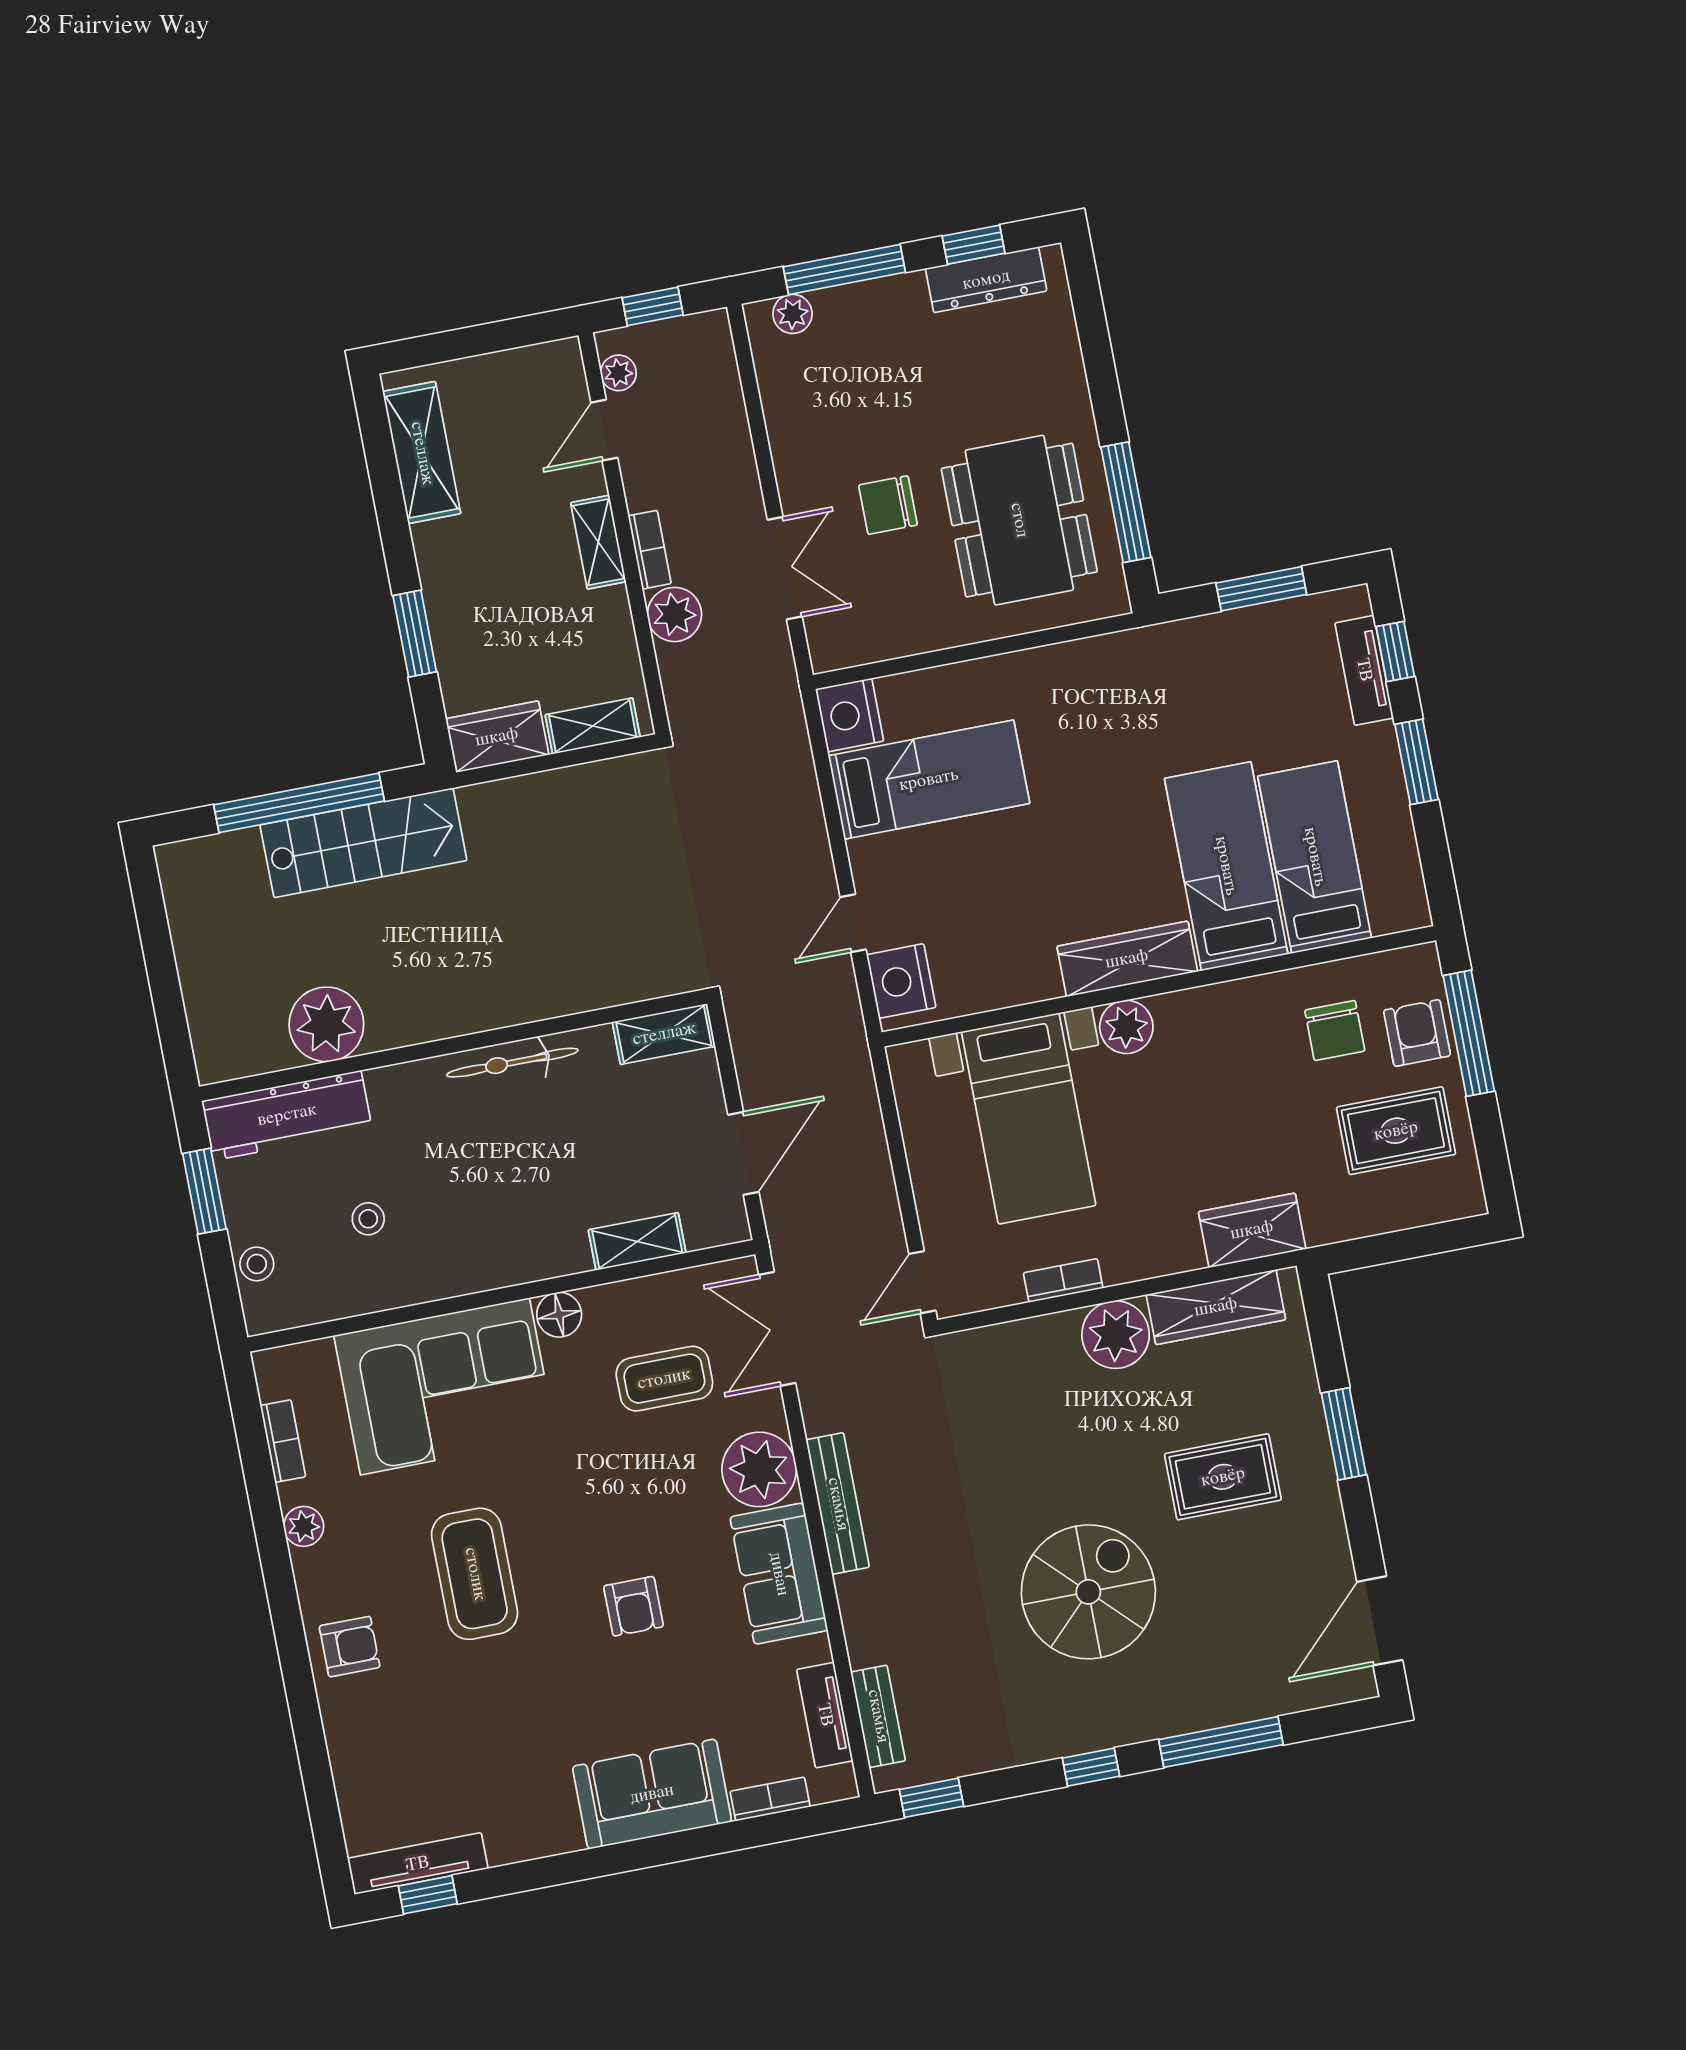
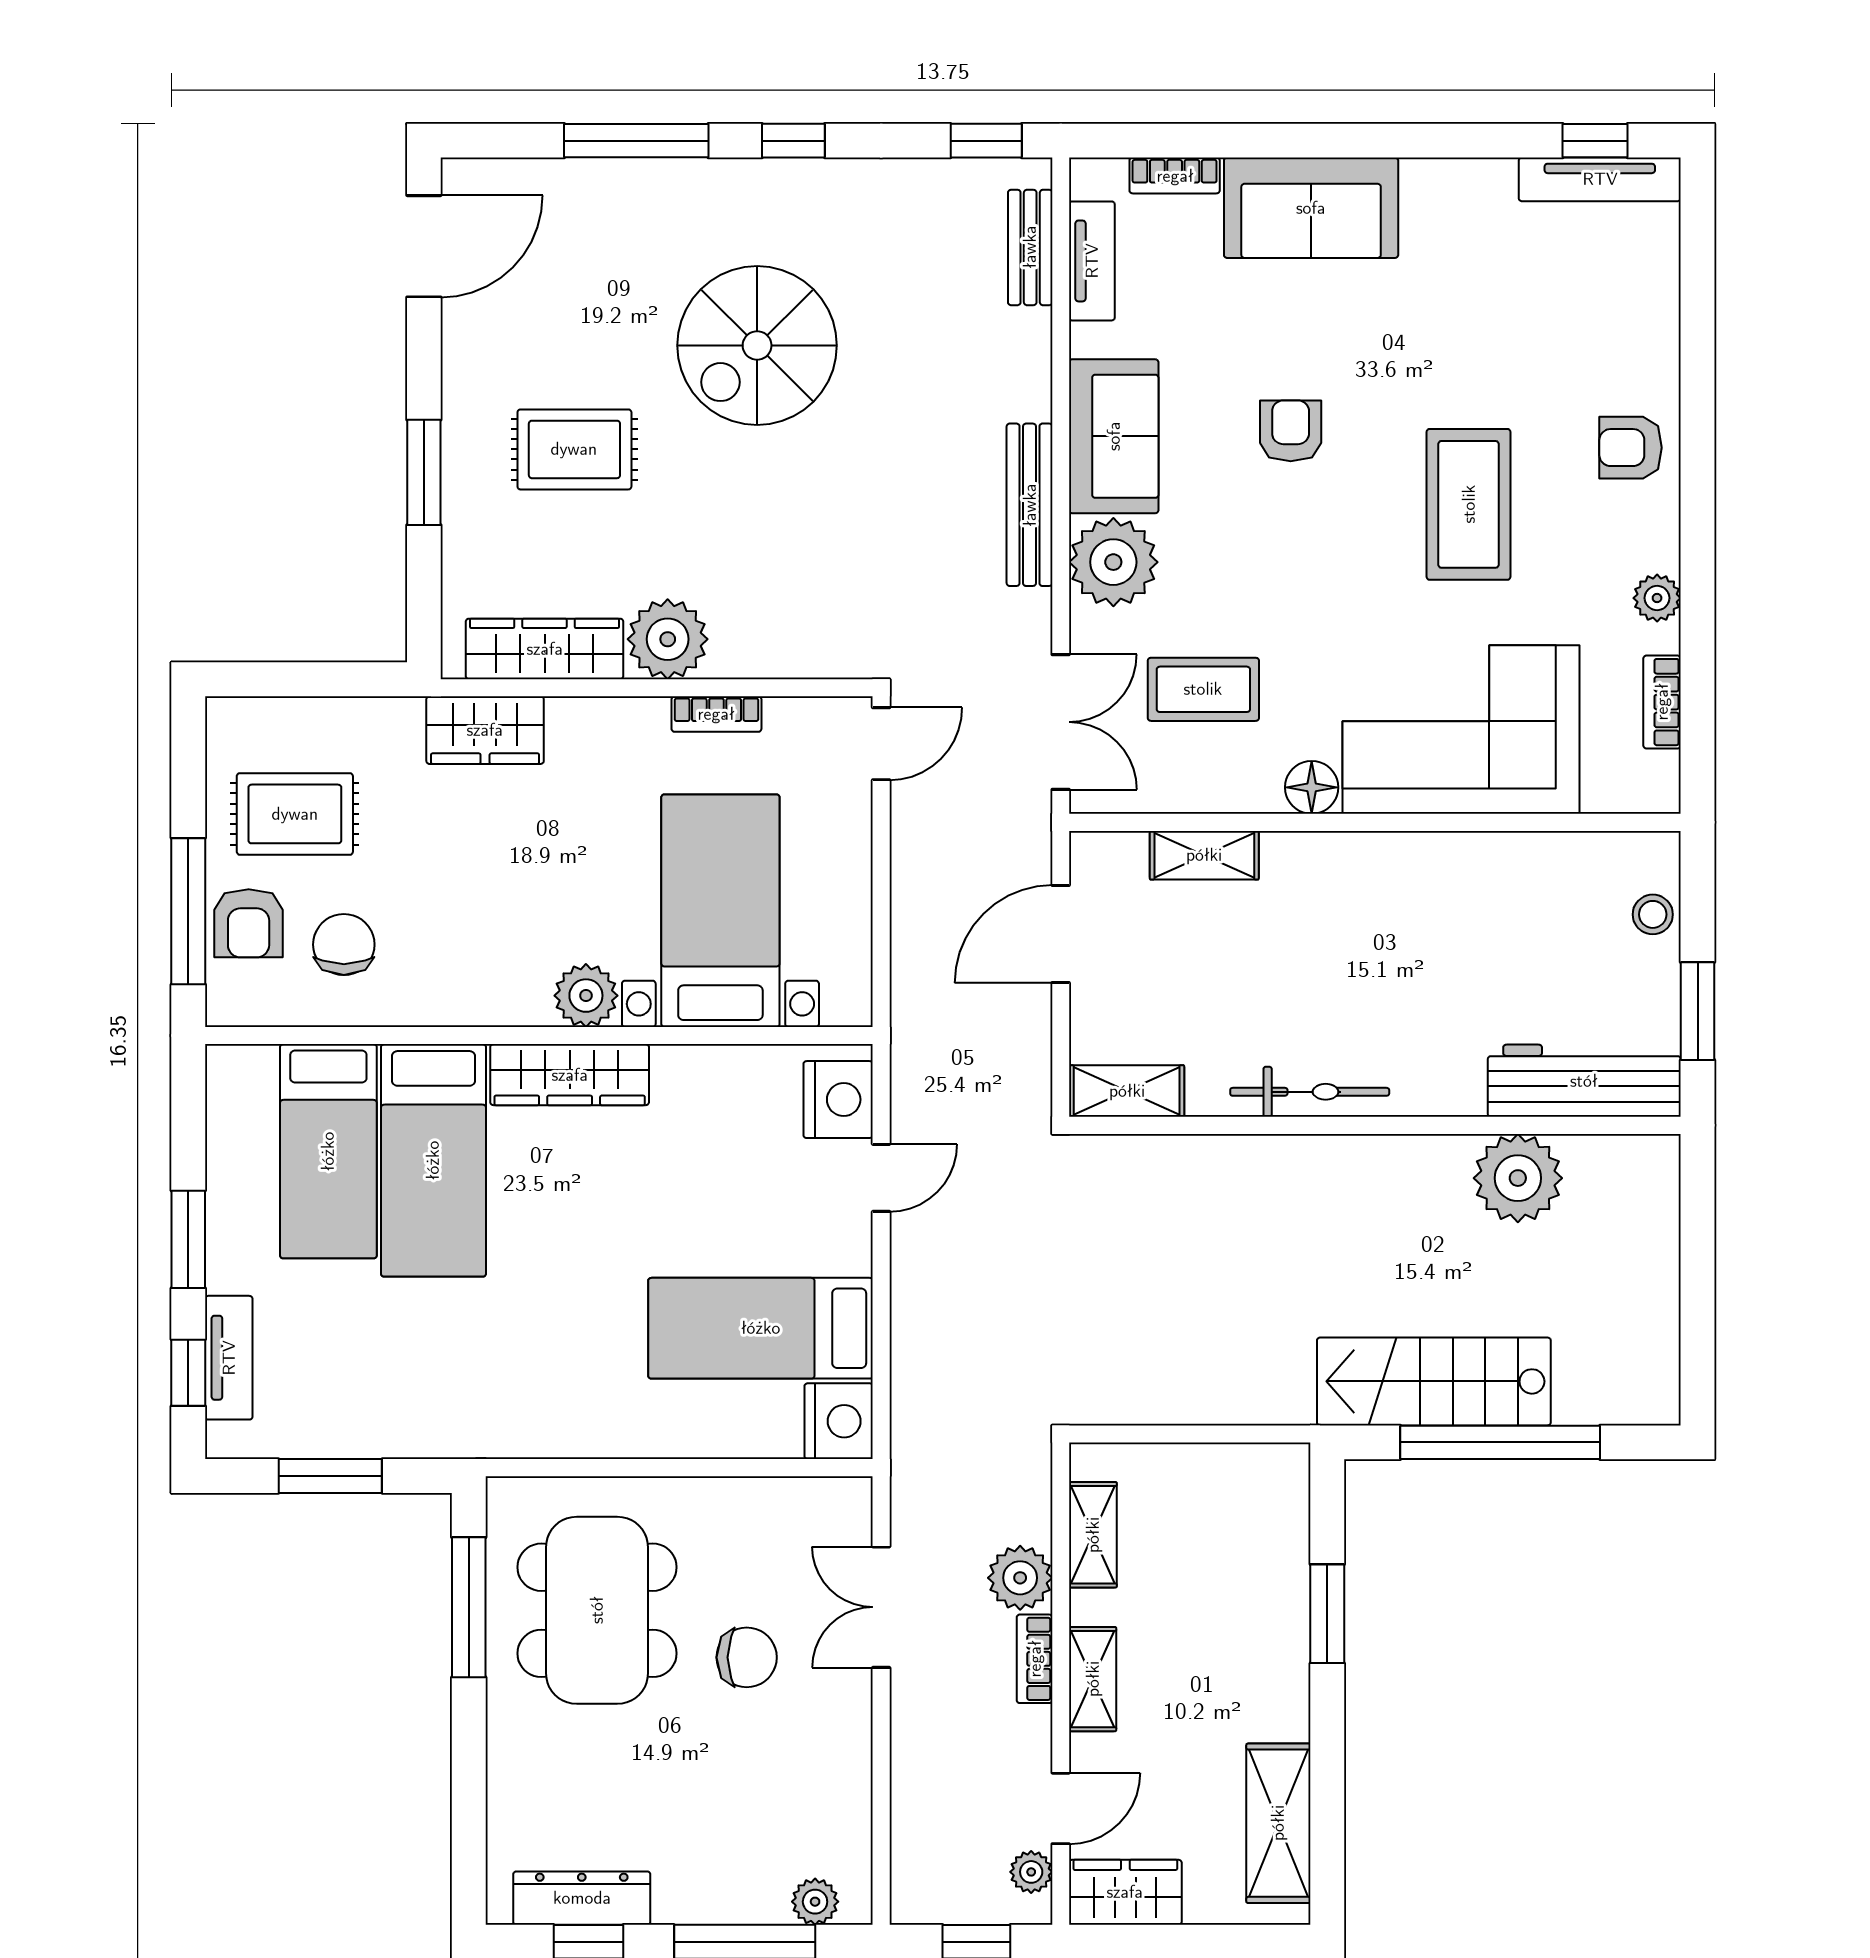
shelving: (593, 726) -> (1093, 1535), moved, turned 90
wardrobe: (497, 737) -> (1125, 1892), moved, turned 180
stool: (368, 1219) -> (1513, 942), removed

